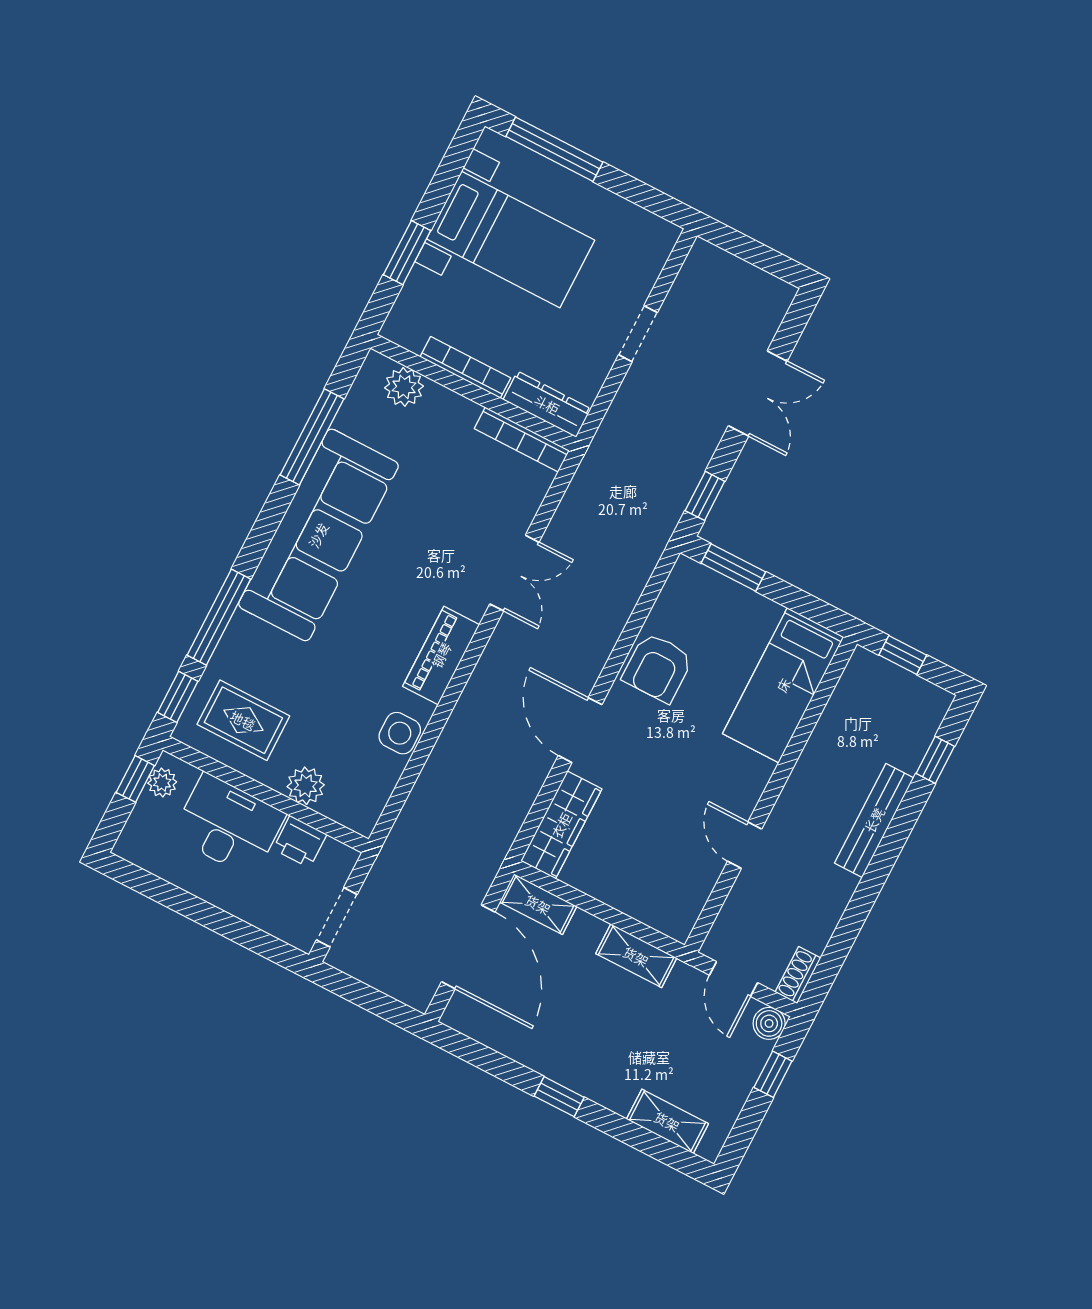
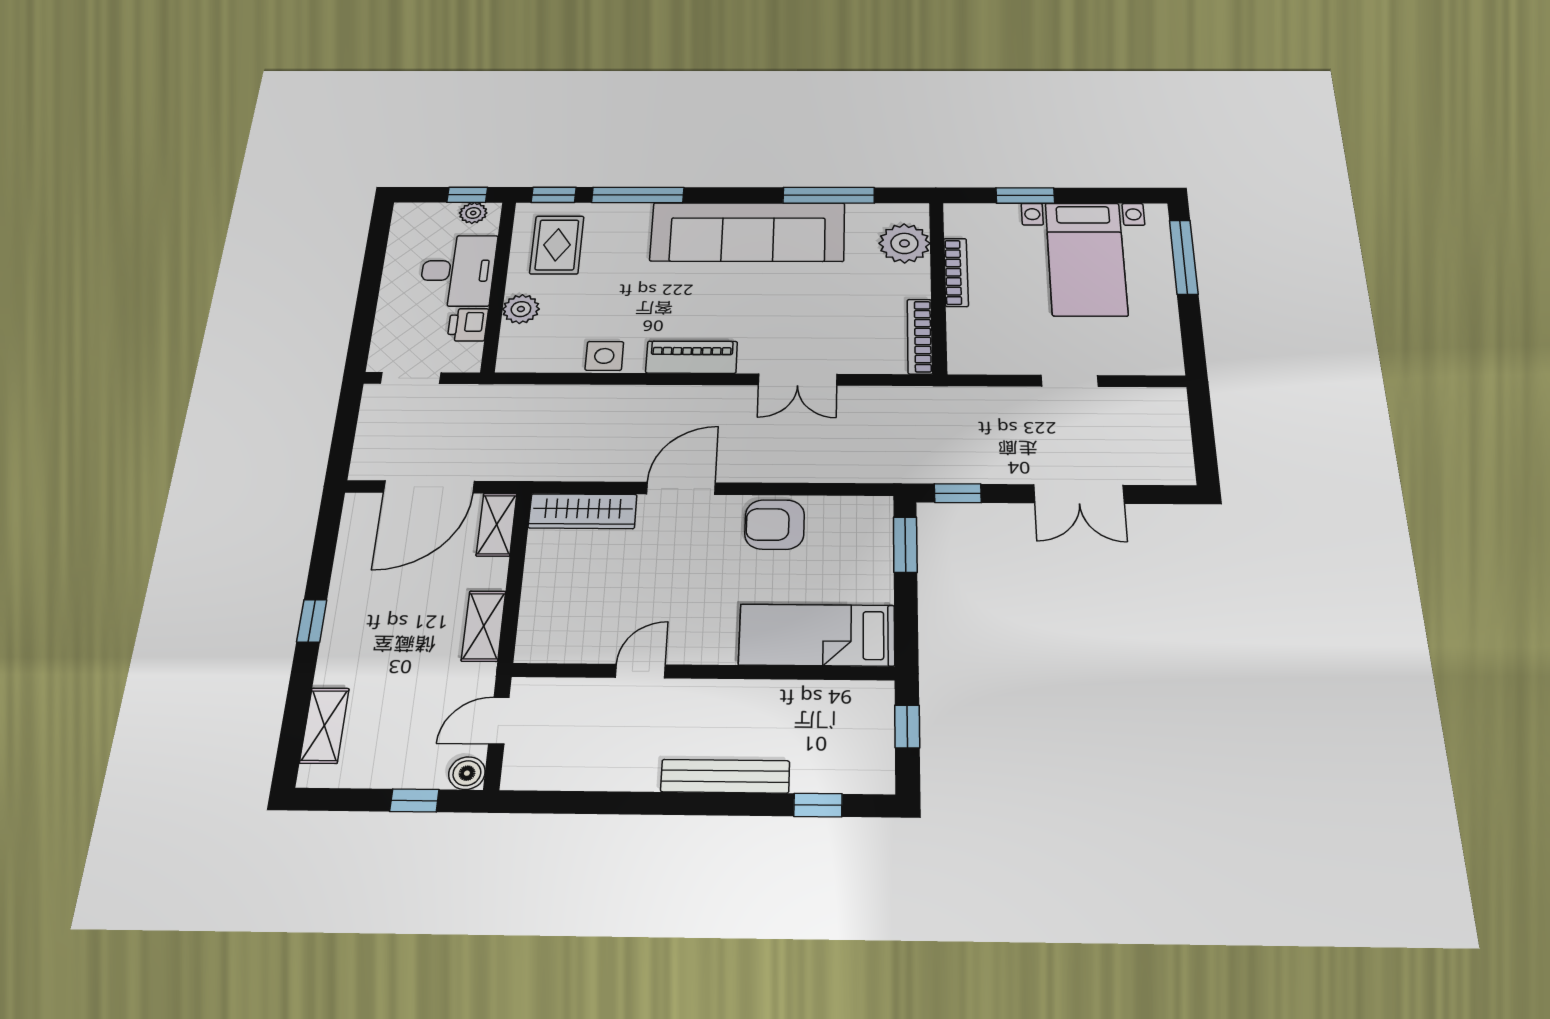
plant: (404, 387) -> (904, 243), width x1.36, depth x1.36
dresser: (547, 404) -> (963, 341), removed
shoe rack: (798, 975) -> (530, 777), removed

